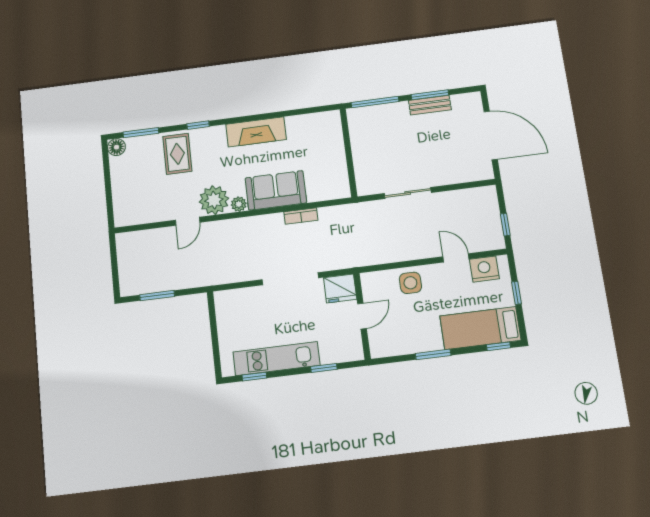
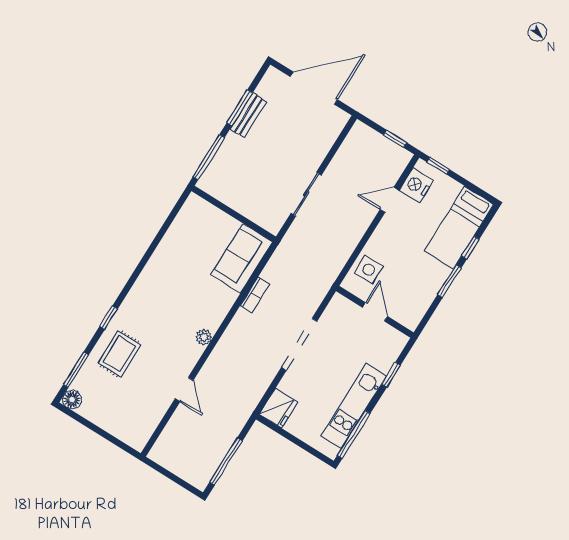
fireplace: (256, 132) -> (154, 275), removed
rug: (177, 154) -> (119, 354), turned 90
sofa: (276, 190) -> (242, 258), moved
plant: (214, 200) -> (184, 355), removed
side table: (410, 283) -> (369, 270), moved
fridge: (340, 288) -> (278, 408), moved
window: (516, 293) -> (438, 166), moved
window: (157, 296) -> (226, 461), width x1.44
window: (499, 346) -> (470, 248), moved
window: (254, 377) -> (354, 434), width x2.17

